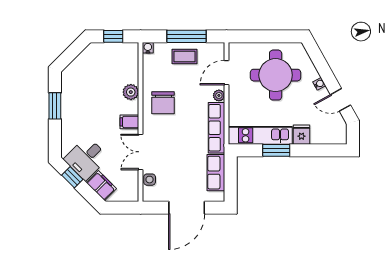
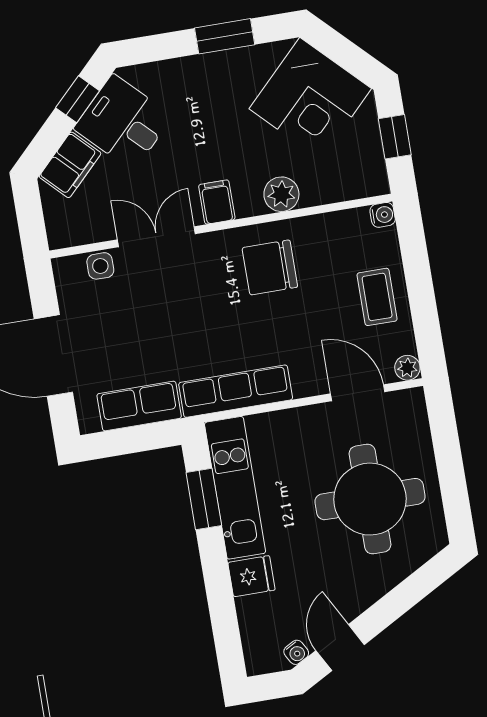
window: (186, 36) -> (421, 294), removed
corner desk: (90, 72) -> (310, 99), added
water cooler: (319, 84) -> (296, 652), moved
plant: (219, 95) -> (407, 368), moved
window: (276, 150) -> (204, 499), moved

